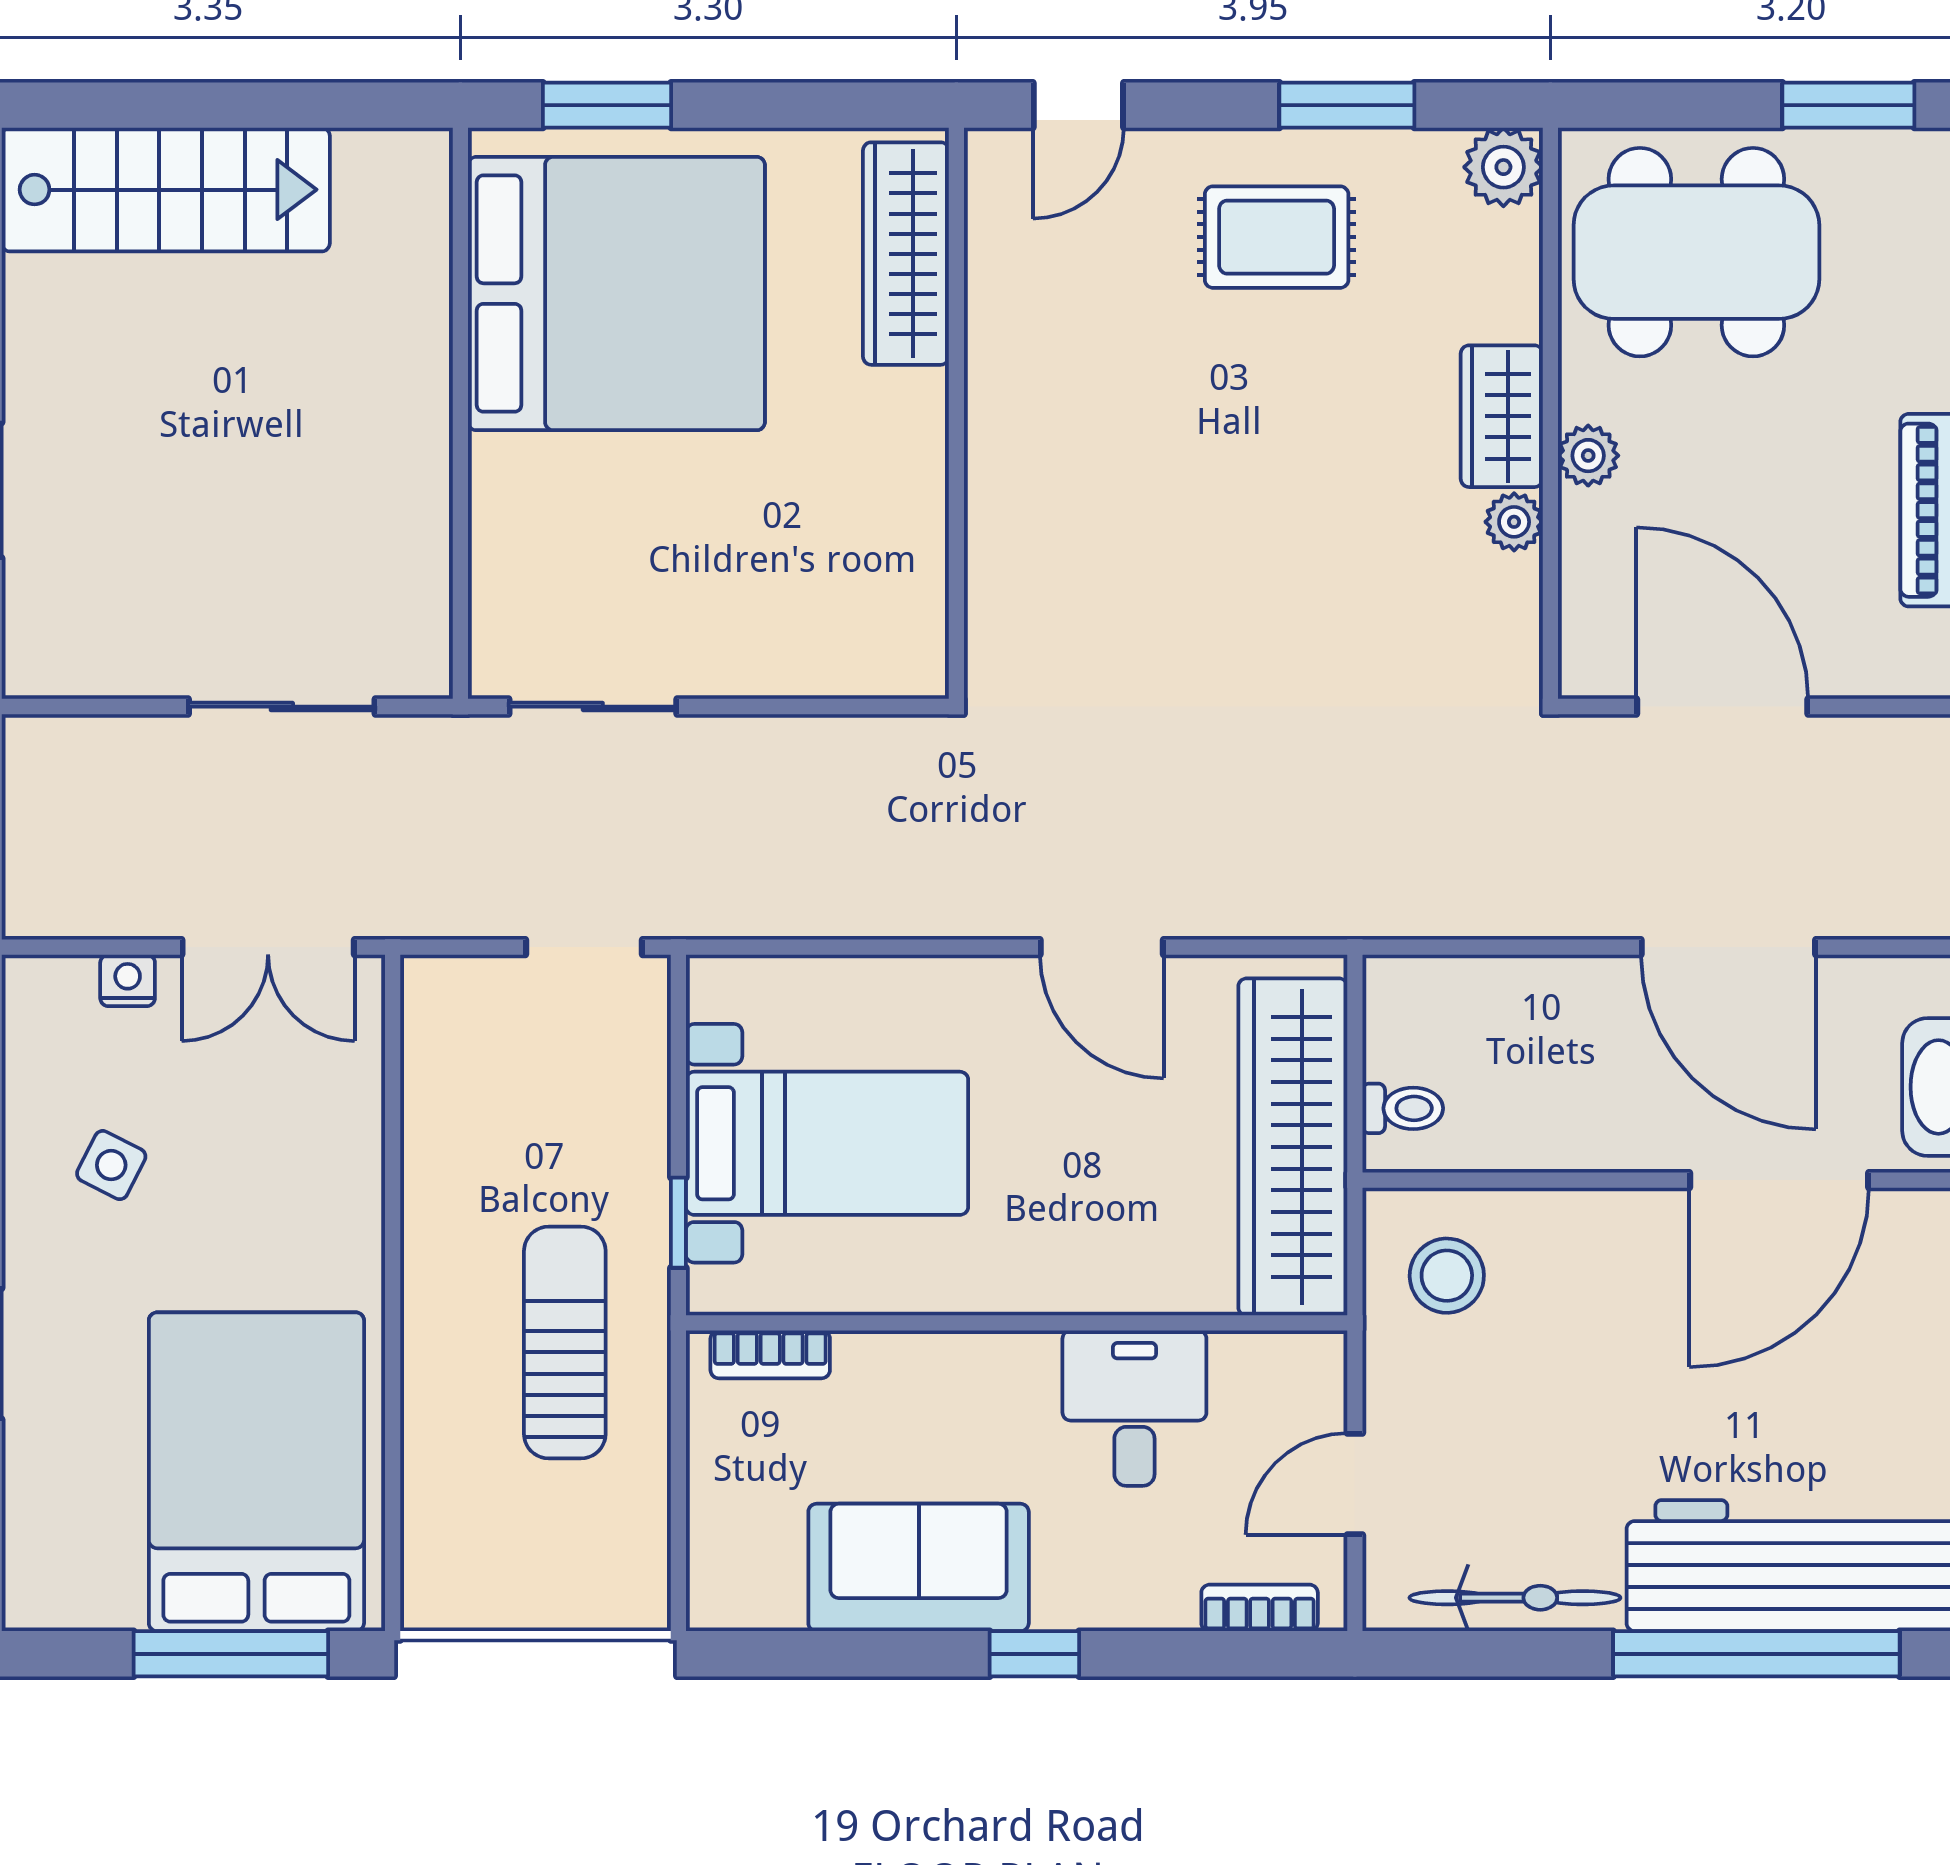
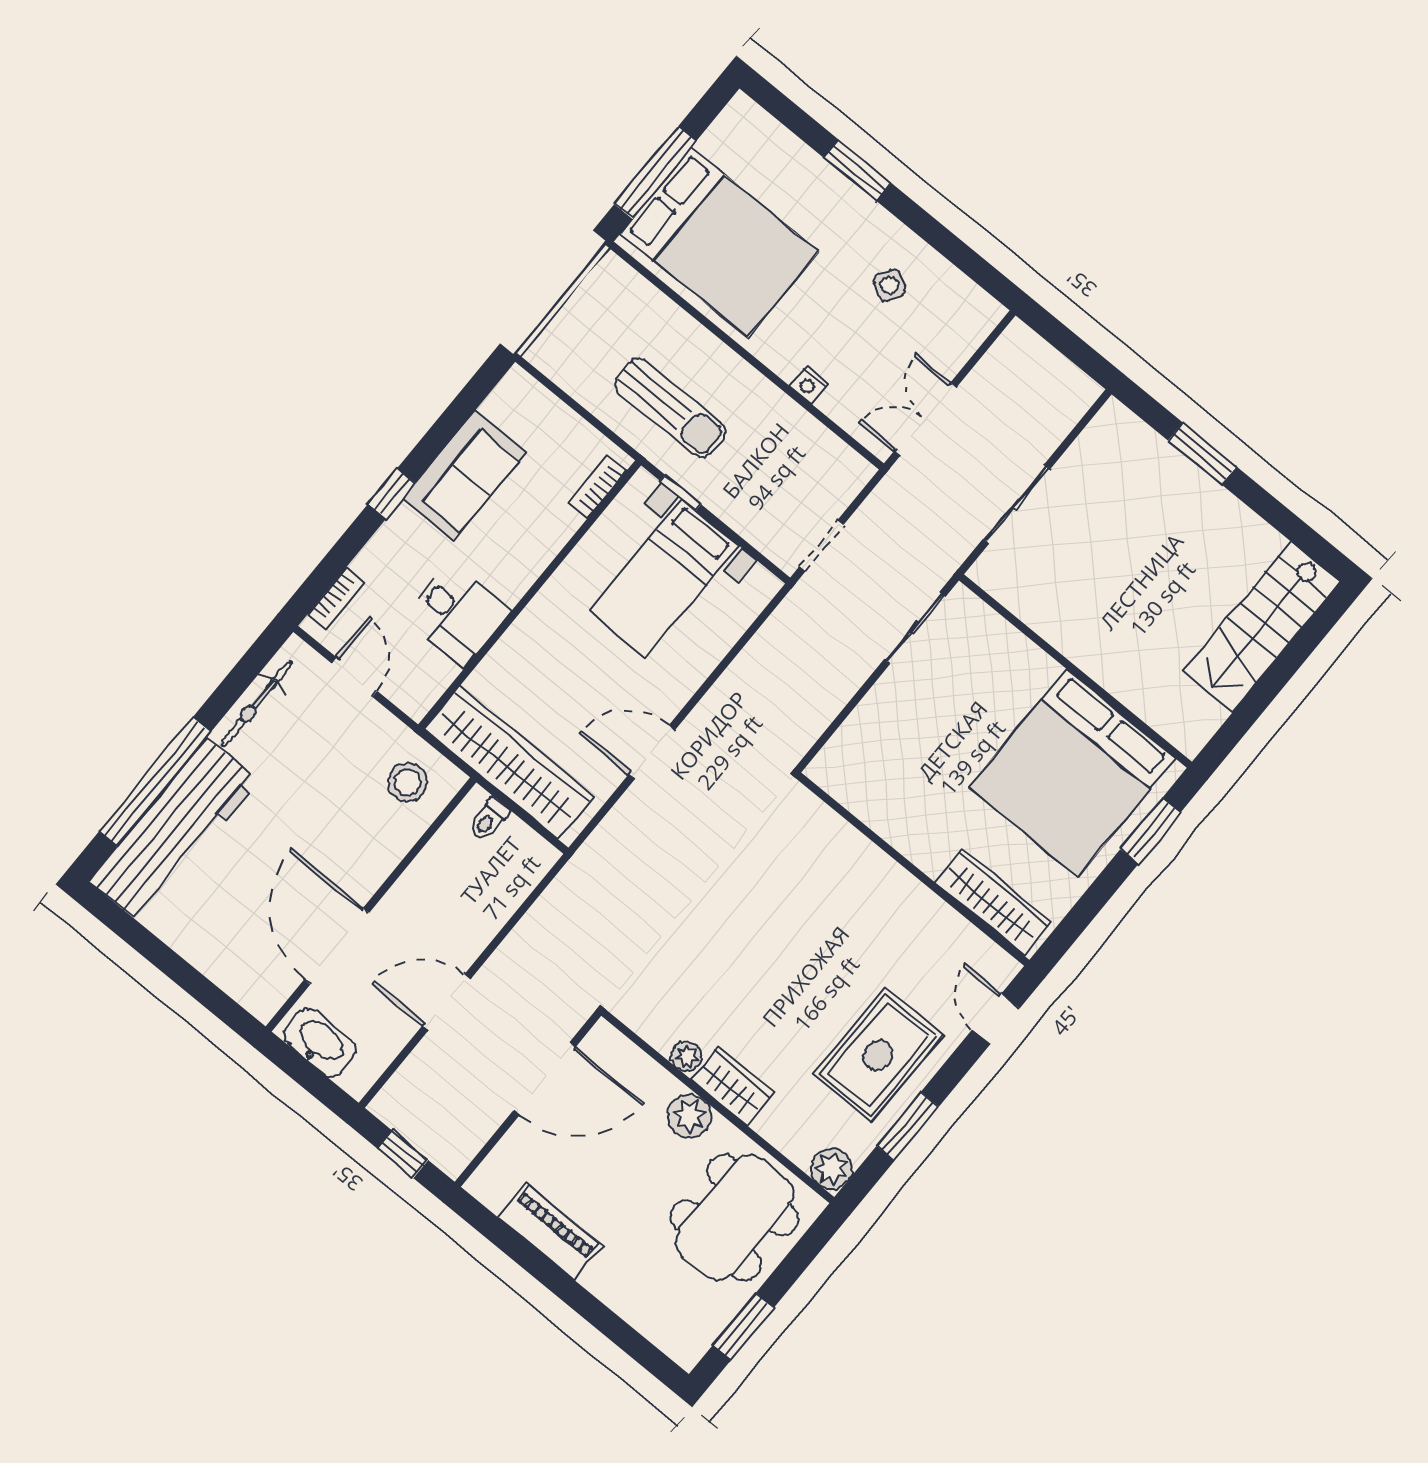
rug: (1277, 237) -> (878, 1055), width x1.36, depth x1.43
plant: (1588, 456) -> (689, 1116), width x1.38, depth x1.38
door: (1728, 947) -> (446, 1002), width x0.73
nightstand: (128, 980) -> (809, 384), moved, turned 90

